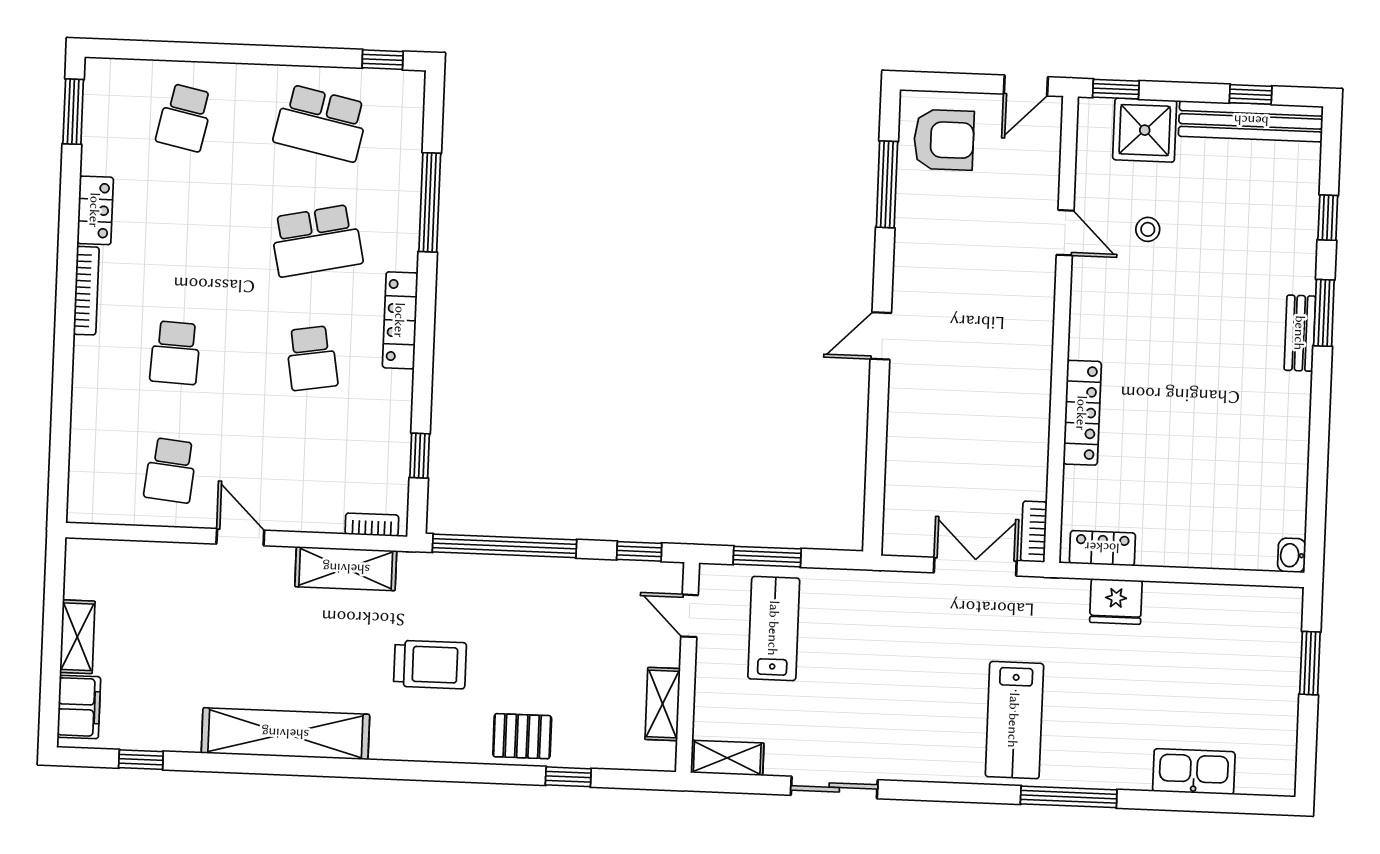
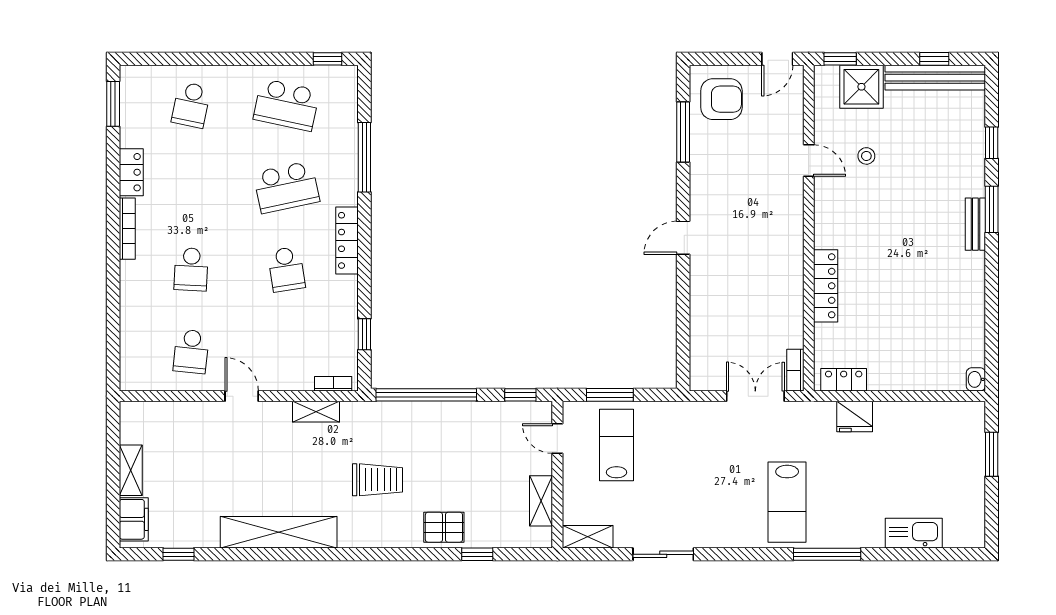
shelving: (346, 569) -> (316, 412), width x0.67, depth x0.75

